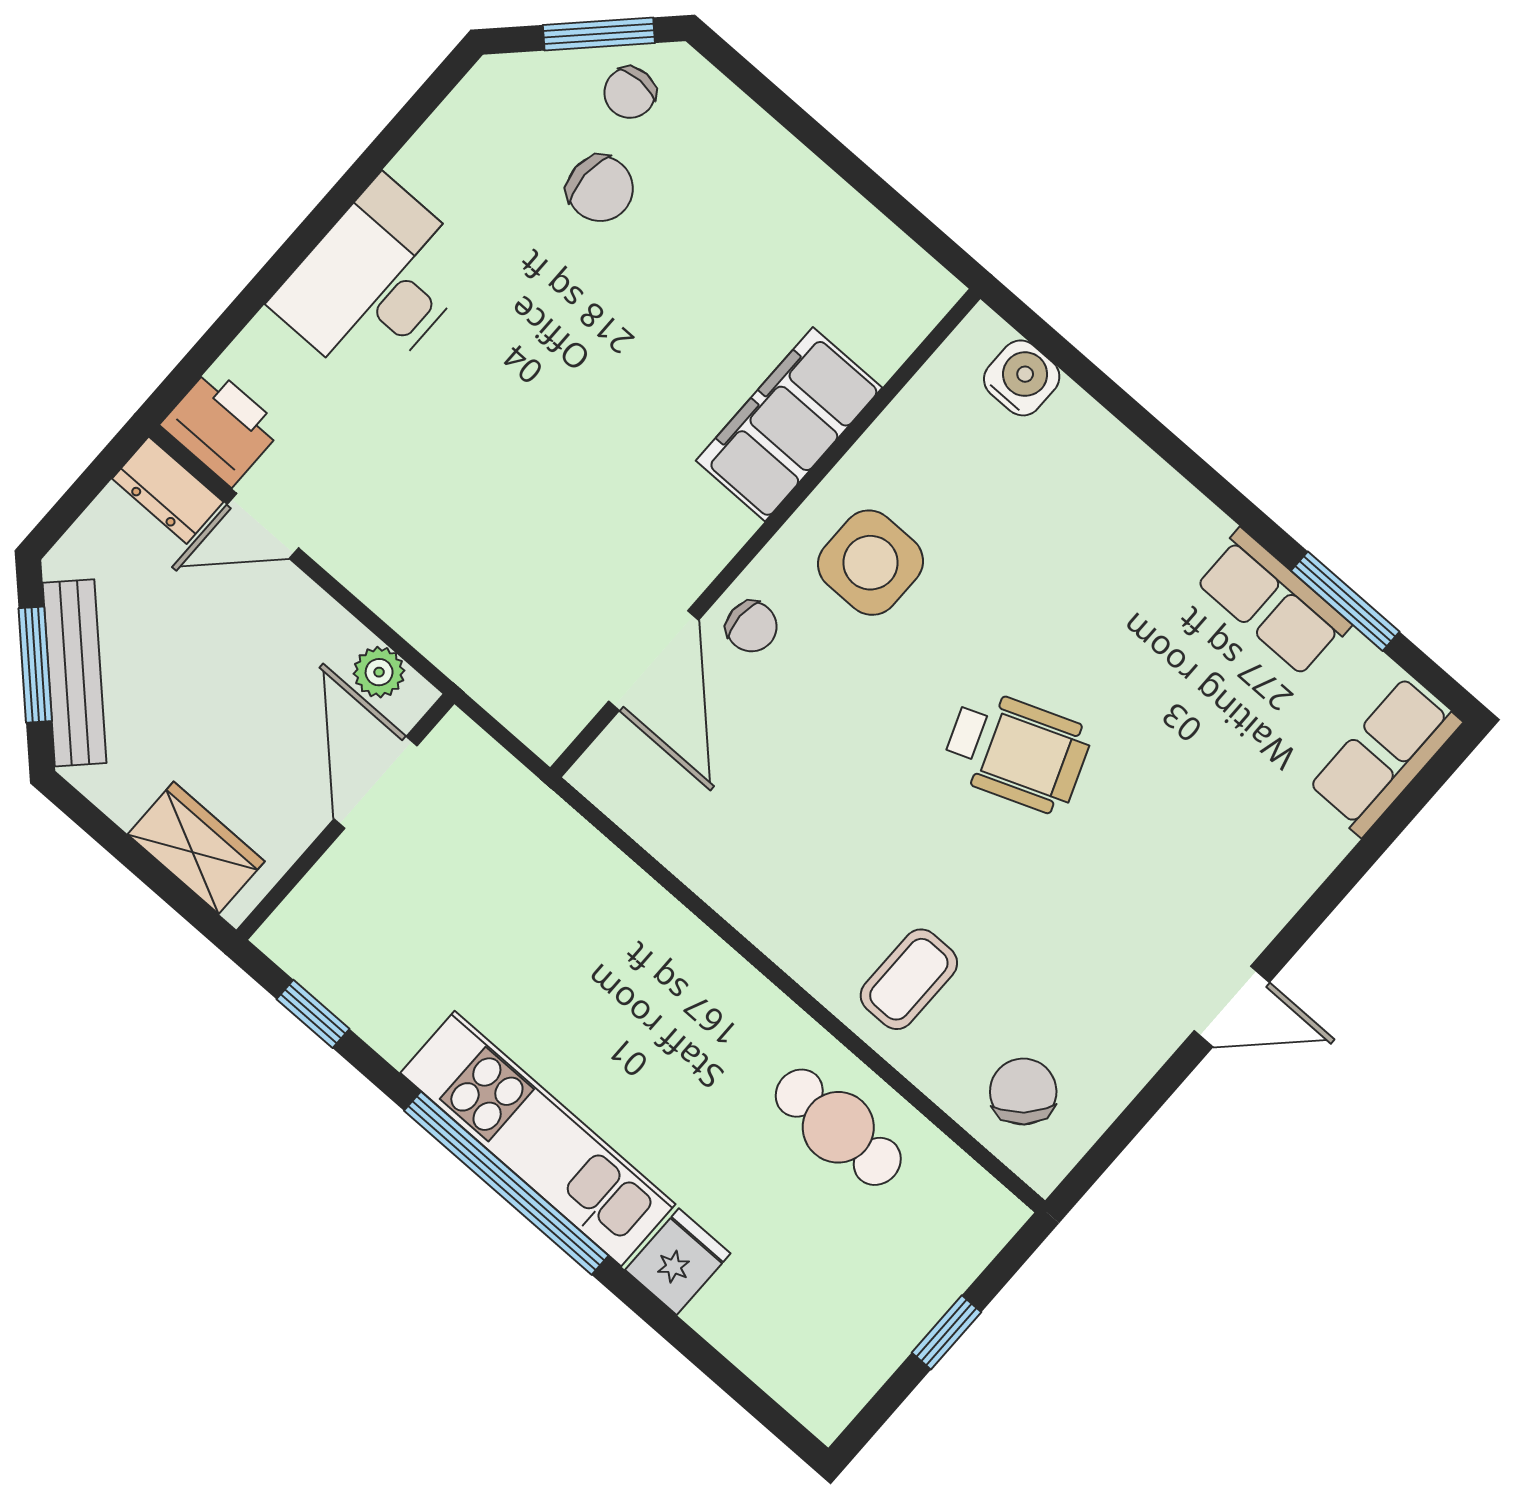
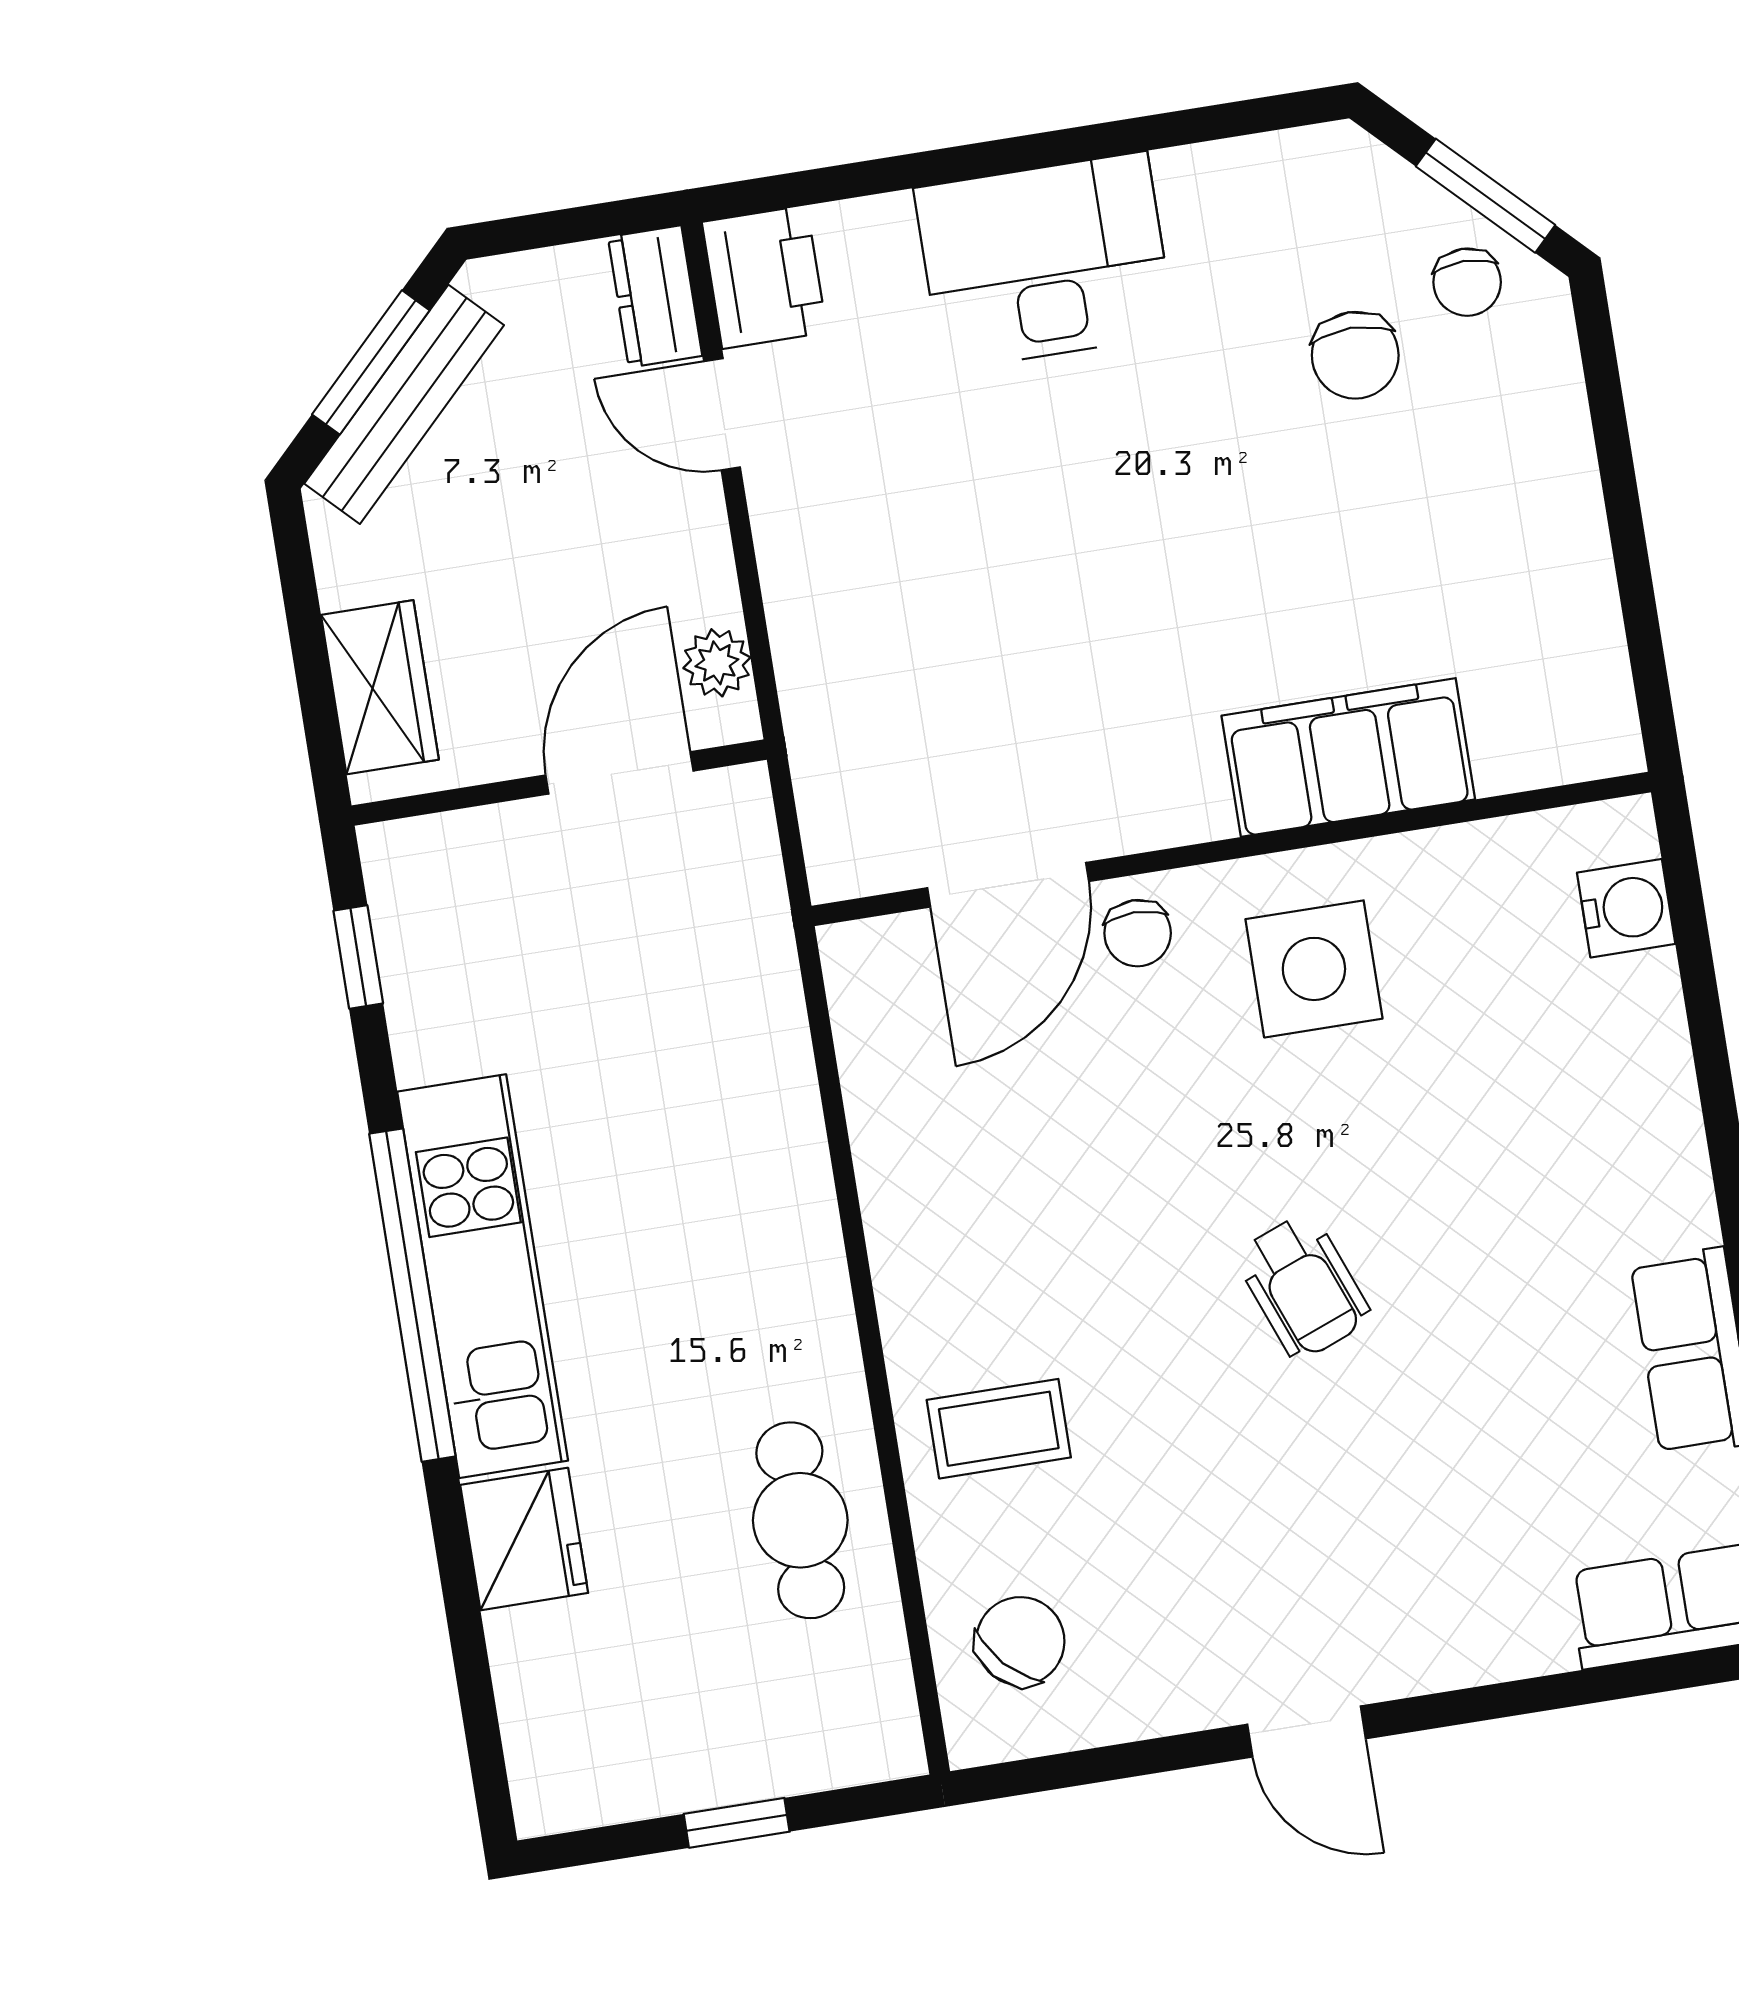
chair: (630, 93) -> (1467, 282), turned -90
wheelchair: (1016, 751) -> (1303, 1286), width x0.73, depth x0.73
fridge: (678, 1262) -> (524, 1539), width x1.38

